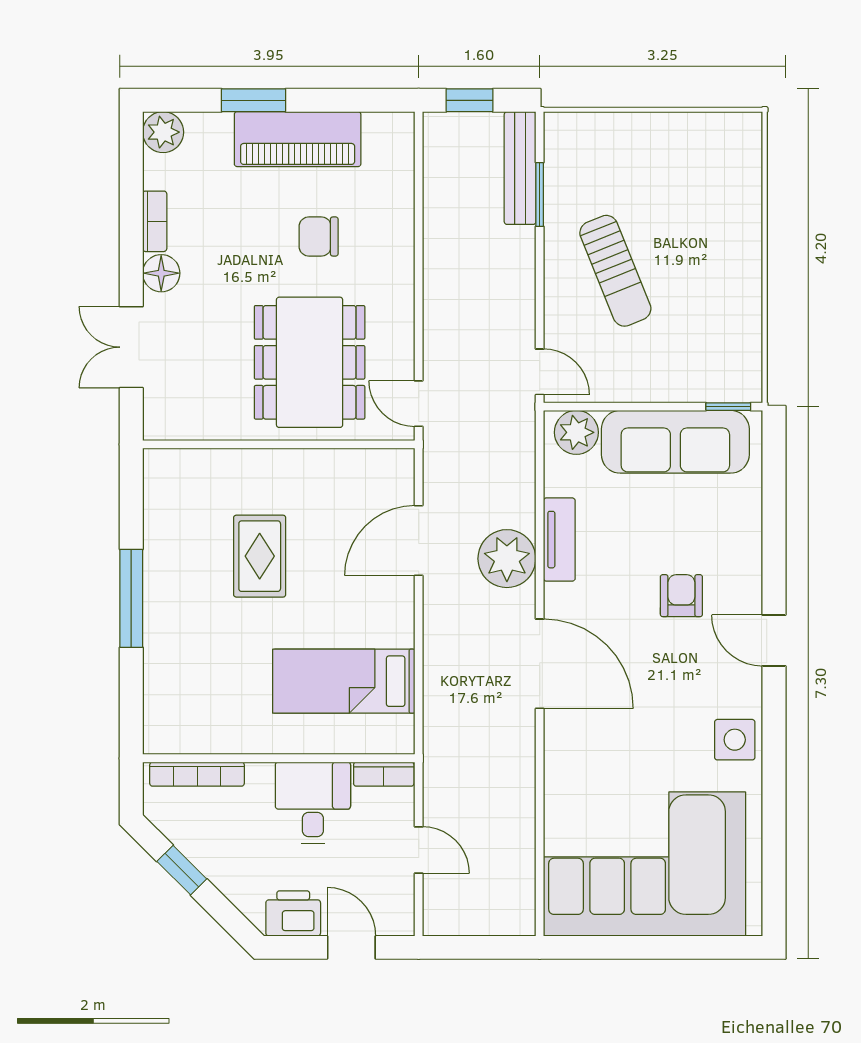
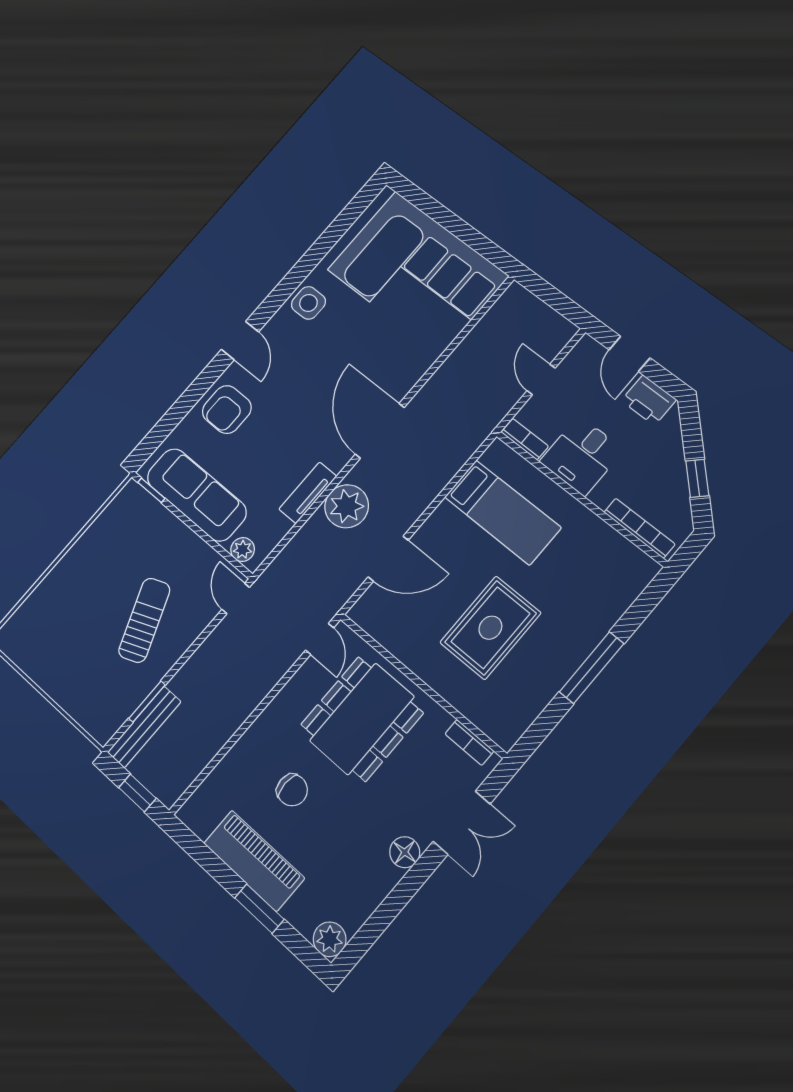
bookcase: (155, 221) -> (469, 742), moved, turned -90
plant: (576, 432) -> (243, 550), width x0.73, depth x0.73
rug: (260, 556) -> (490, 628), width x1.36, depth x1.43
armchair: (681, 596) -> (227, 410), moved, width x1.38, depth x1.38

